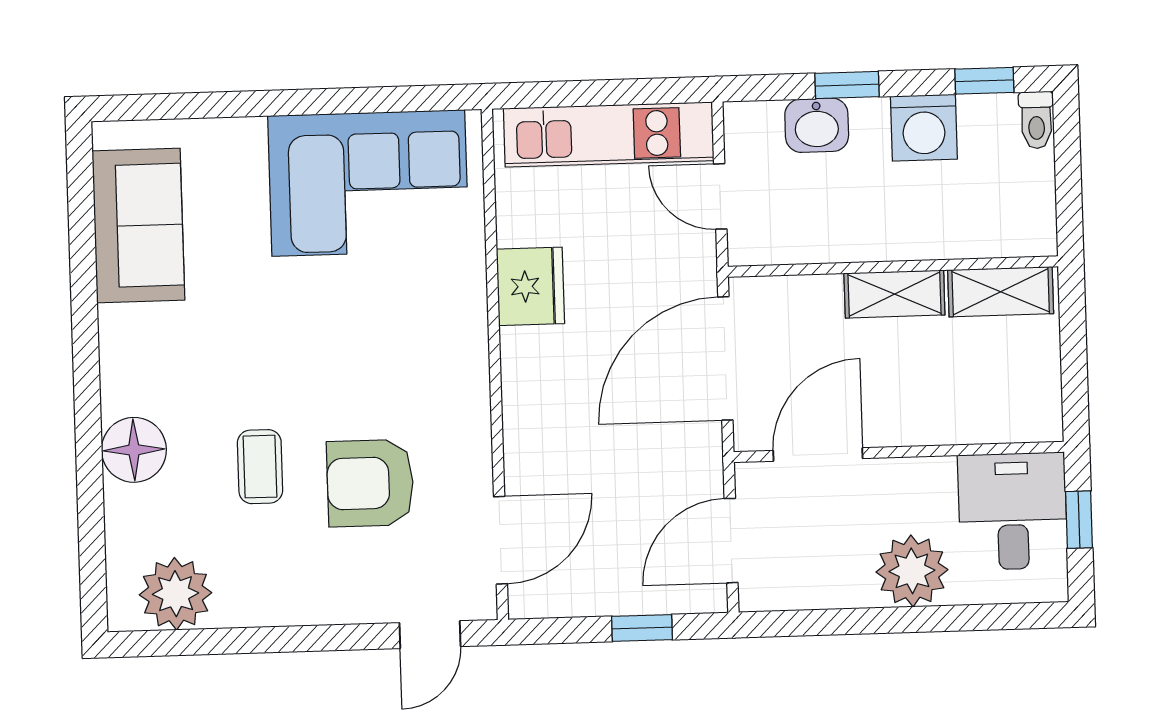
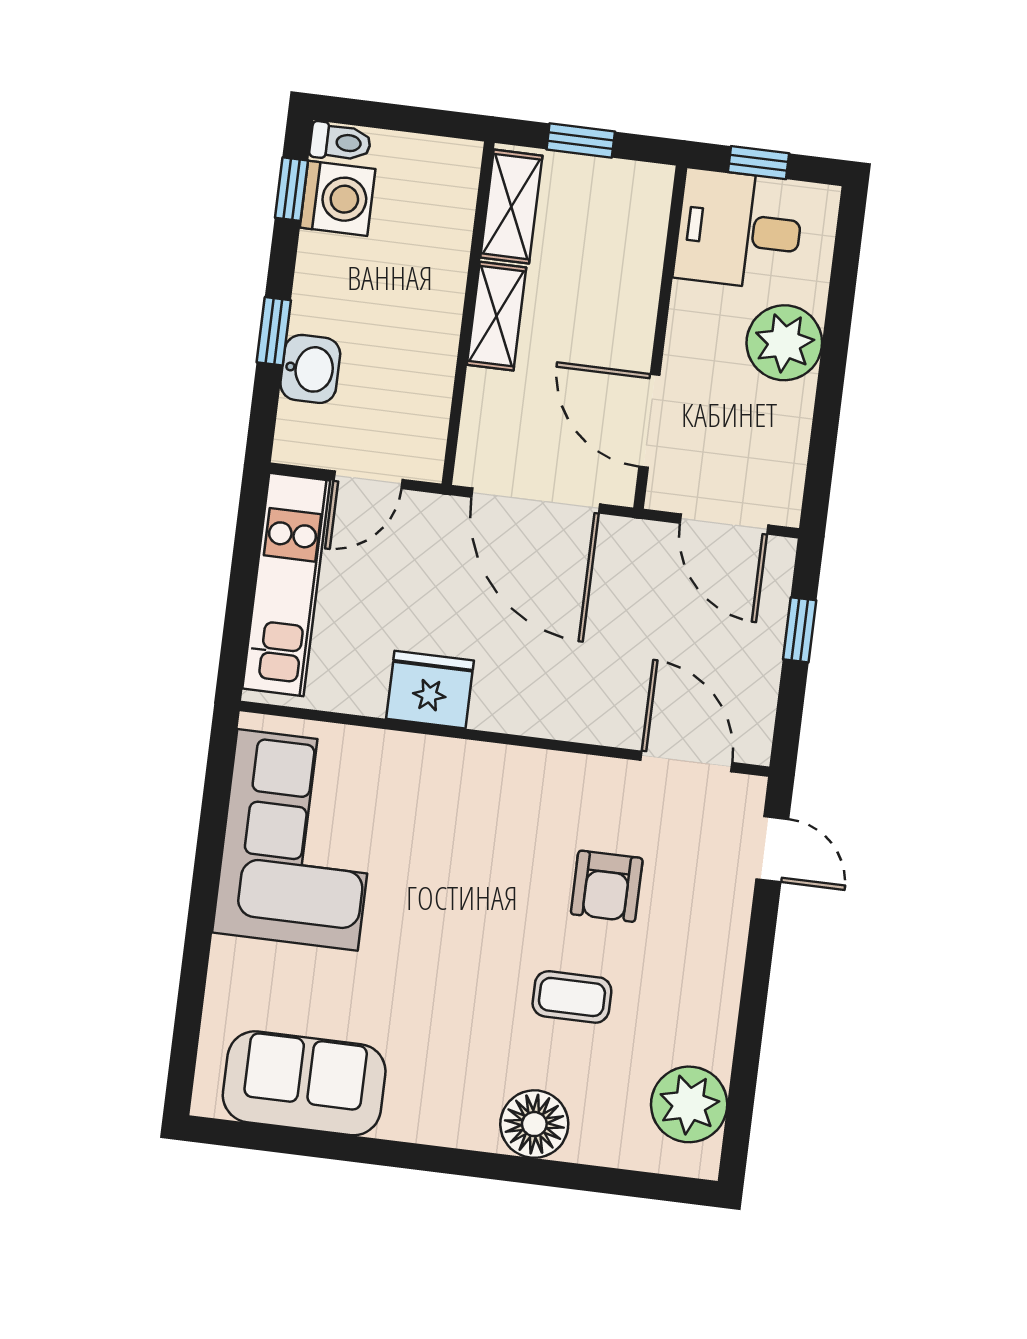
washing machine: (924, 128) -> (338, 198), moved
window: (1074, 348) -> (581, 140), added
armchair: (370, 483) -> (607, 886), width x0.72, depth x0.72

